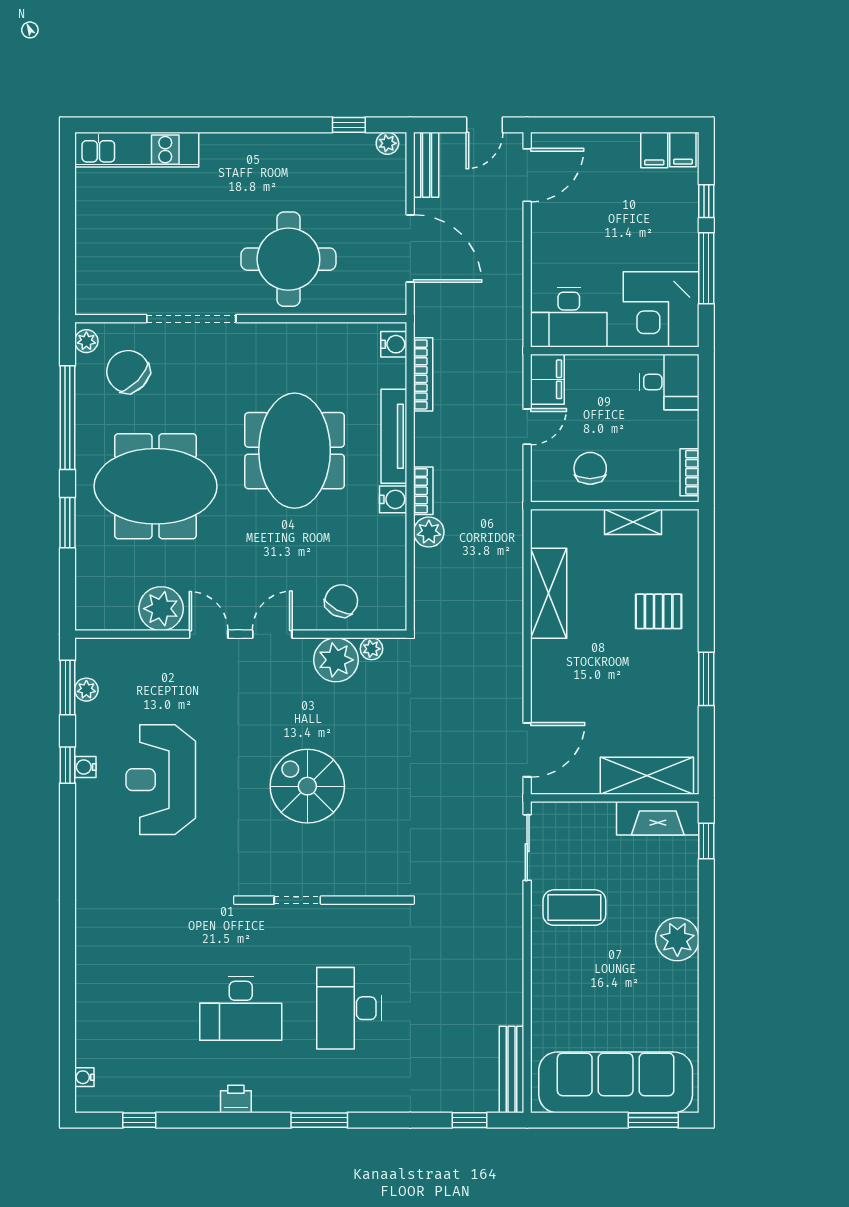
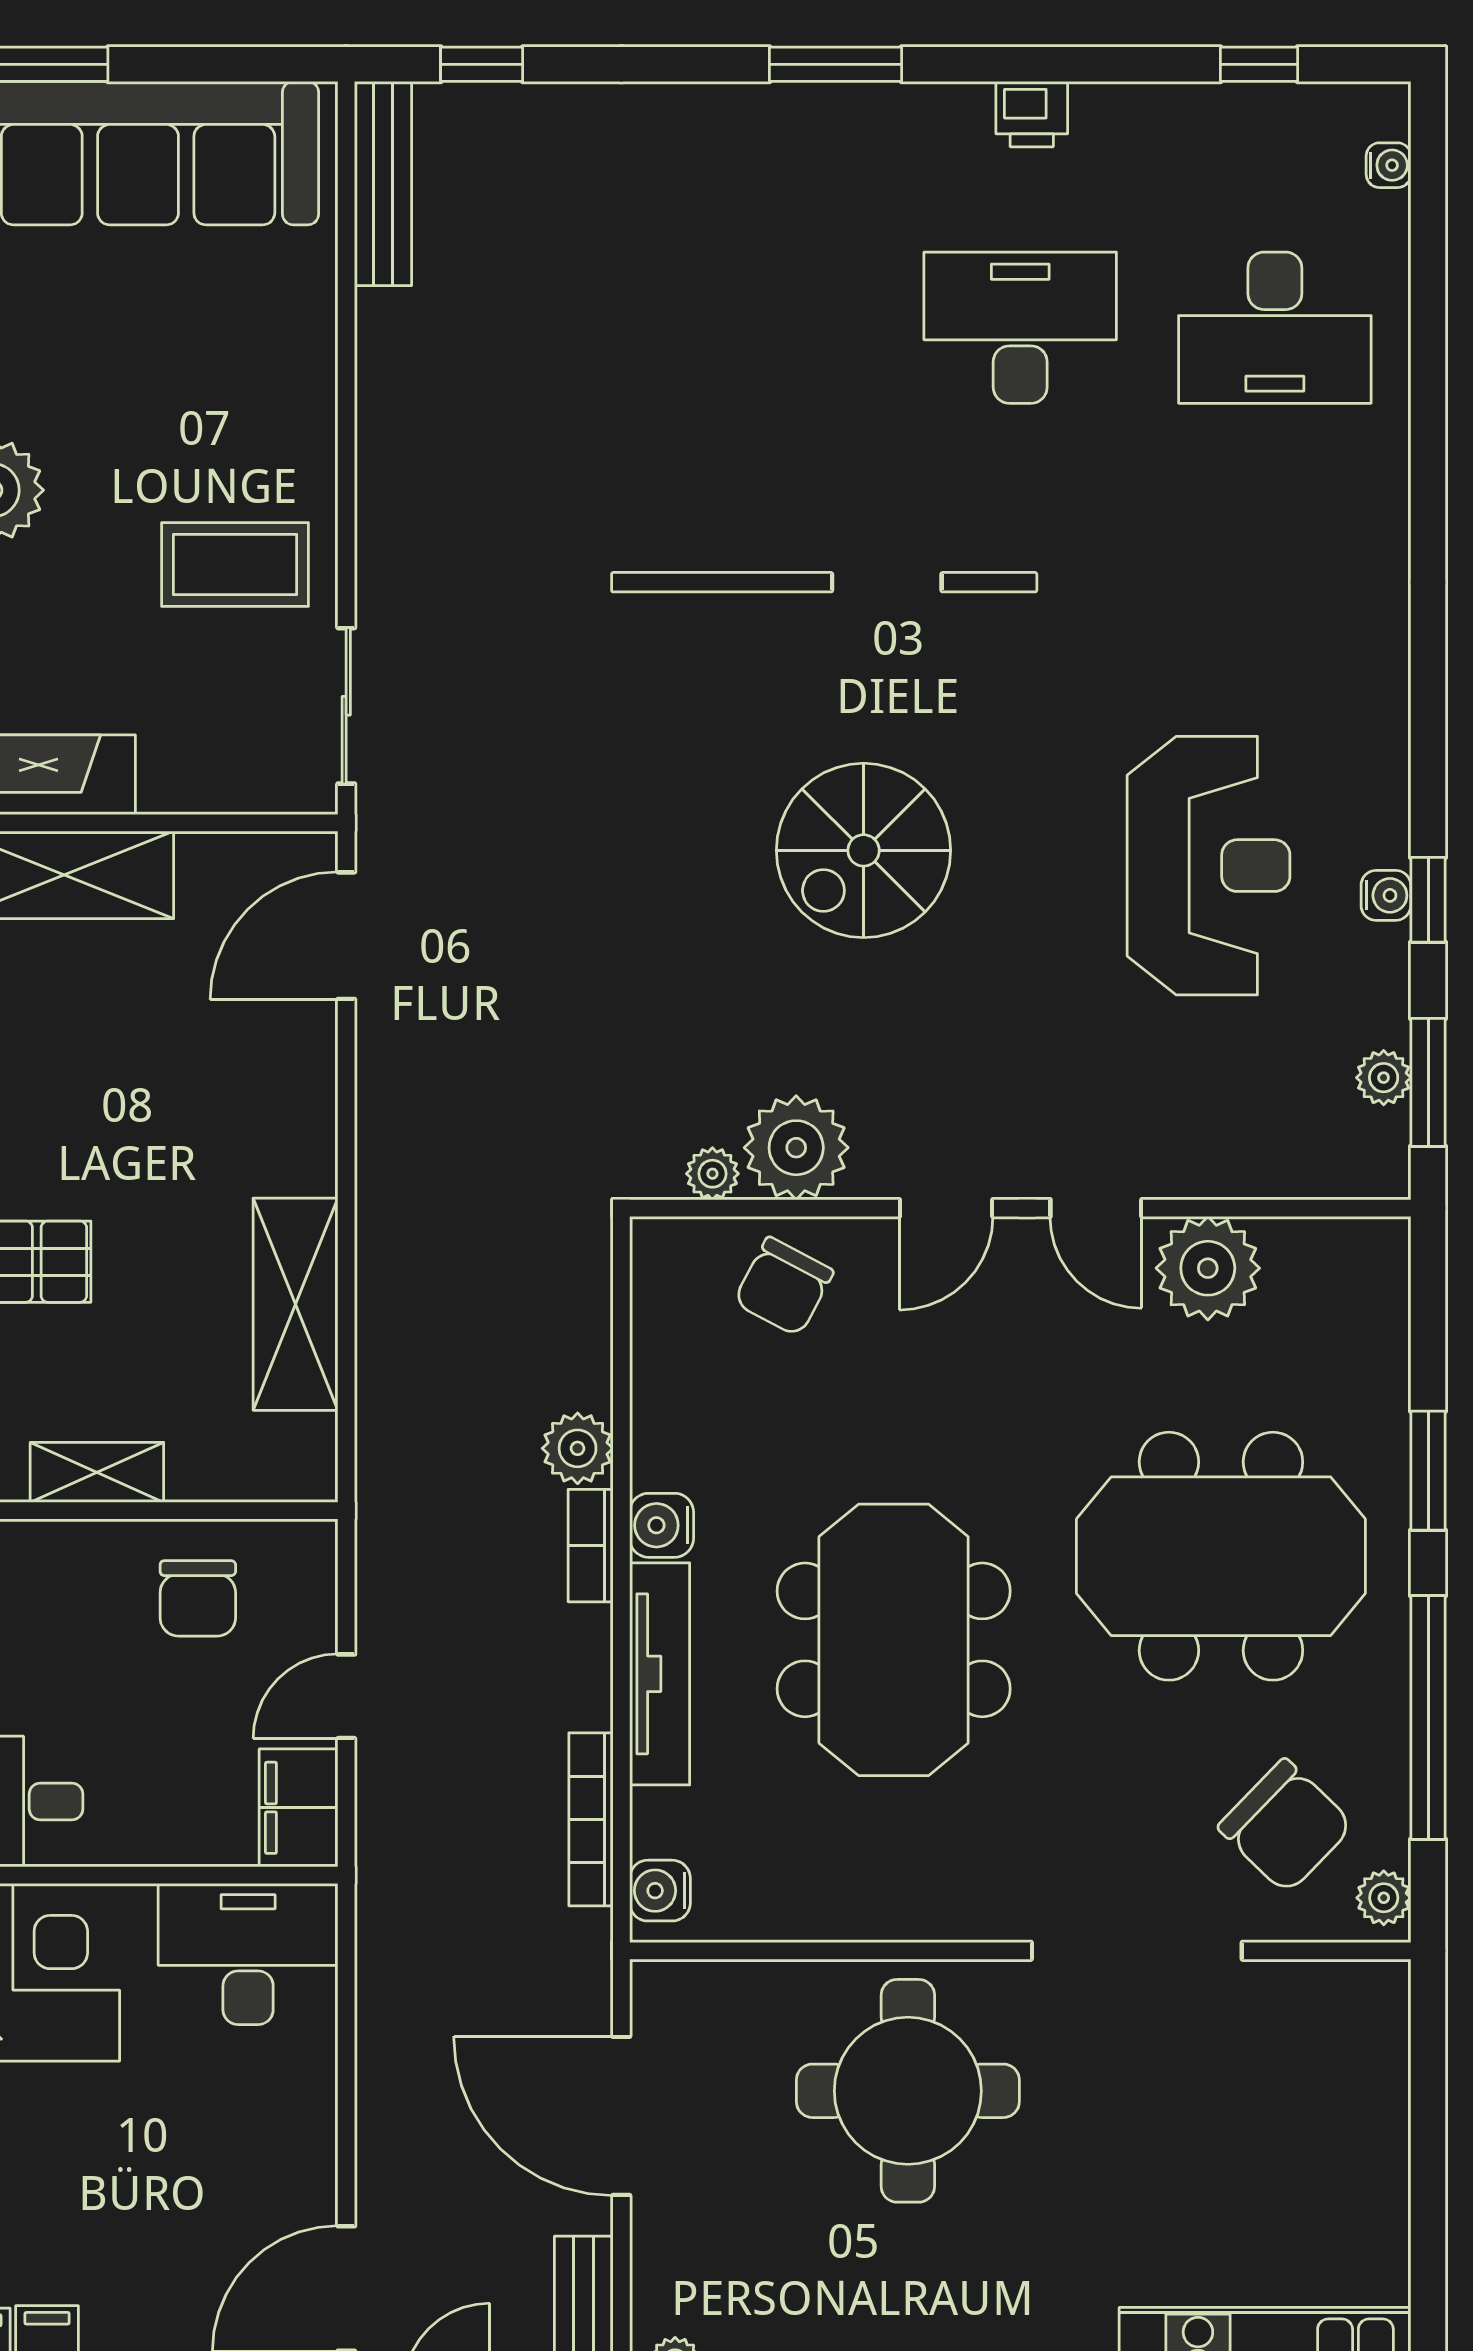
spiral stairs: (307, 786) -> (864, 850), turned 90
desk: (349, 1008) -> (1275, 328), moved, turned 90

